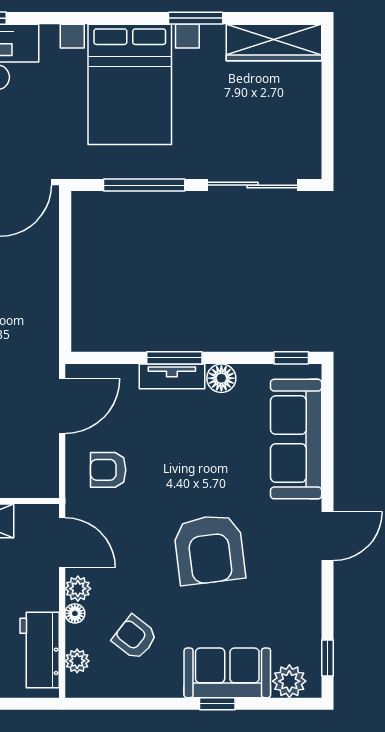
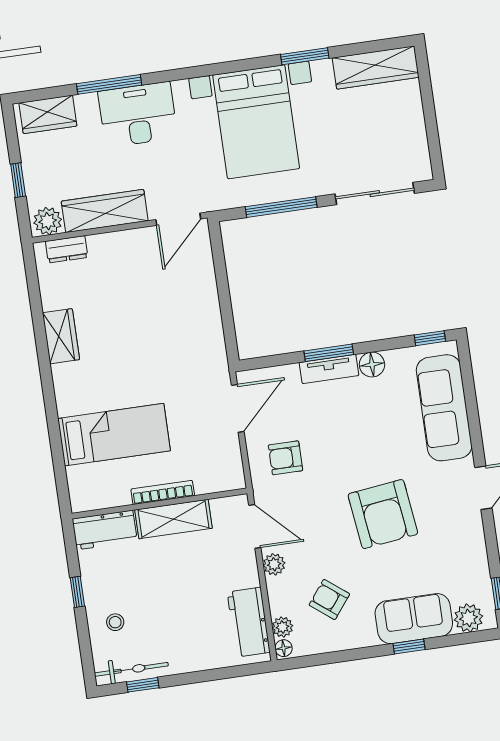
floor lamp: (75, 613) -> (284, 648), moved

